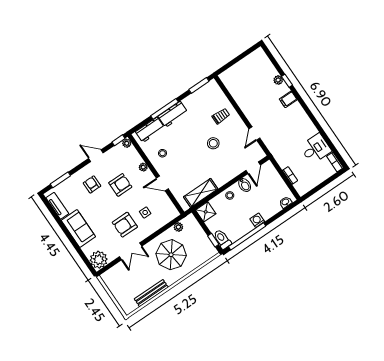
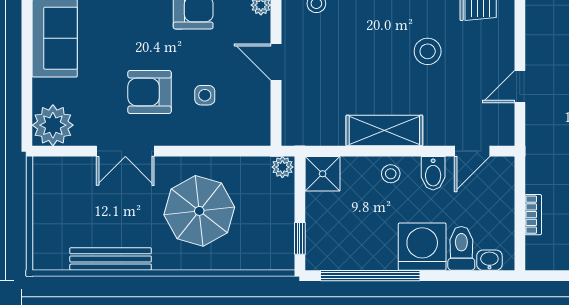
shelving: (201, 193) -> (384, 130), moved
washing machine: (257, 220) -> (422, 247), width x1.89, depth x1.89
plant: (178, 227) -> (282, 167), moved
toilet: (222, 239) -> (461, 248), moved

